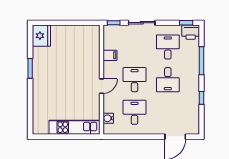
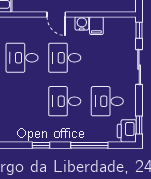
desk: (168, 47) -> (107, 101), turned 180
desk: (135, 80) -> (65, 58), turned 180
desk: (135, 112) -> (22, 58), turned 180
water cooler: (108, 118) -> (82, 23), moved

